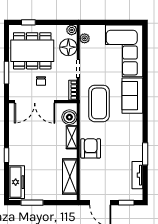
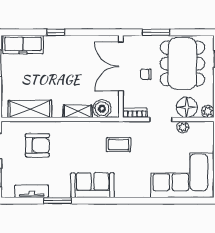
plant: (85, 38) -> (183, 127), moved
sofa: (132, 96) -> (92, 185), moved
coffee table: (99, 103) -> (119, 145), width x0.54, depth x0.58
armchair: (91, 148) -> (37, 145), moved

